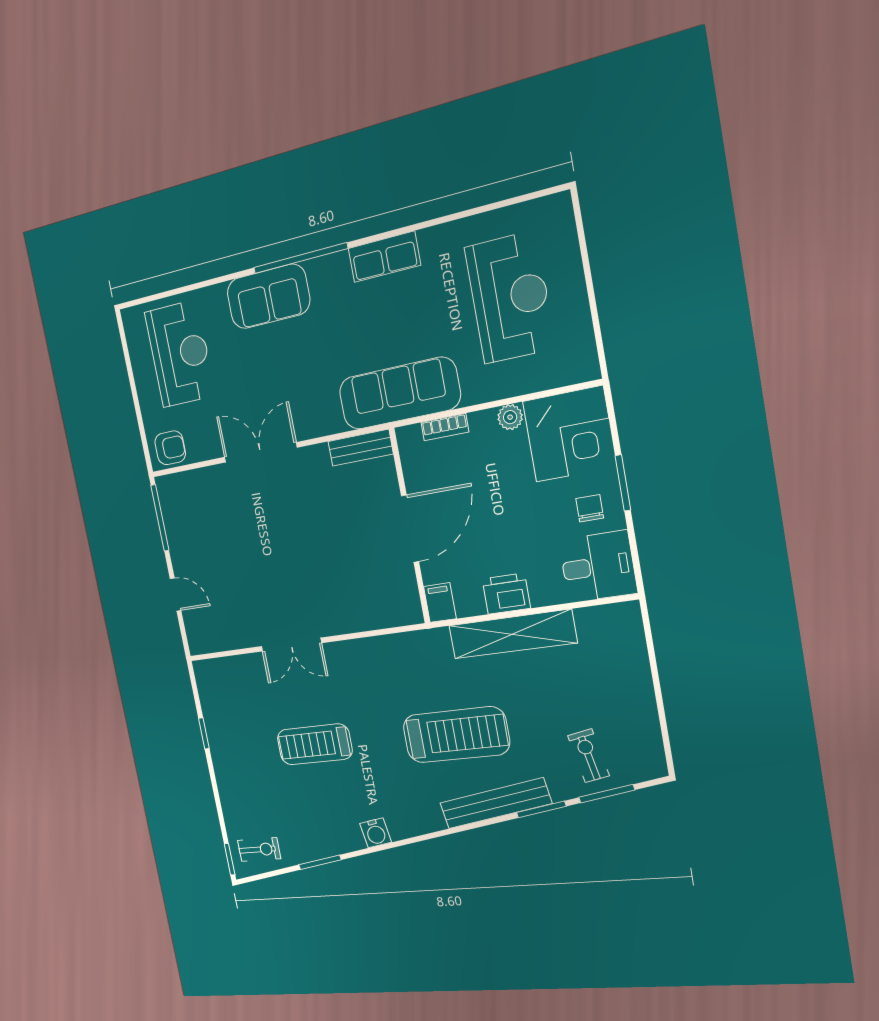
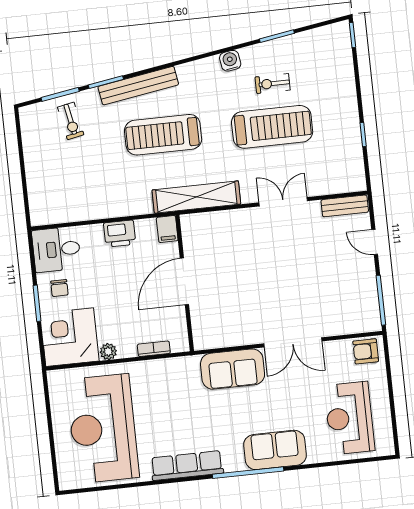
row of seats: (384, 257) -> (187, 466), width x1.48
reception desk: (510, 298) -> (103, 429), width x1.36, depth x1.30
sofa: (399, 393) -> (233, 369), moved, width x0.73
bench: (361, 448) -> (345, 206), moved
shelving: (512, 634) -> (196, 197), moved
treadmill: (315, 744) -> (272, 127), width x1.37, depth x1.38
exercise bike: (259, 850) -> (273, 83), moved

